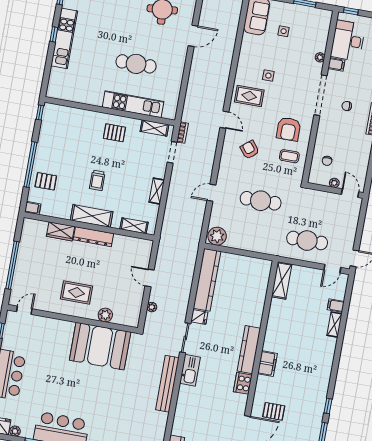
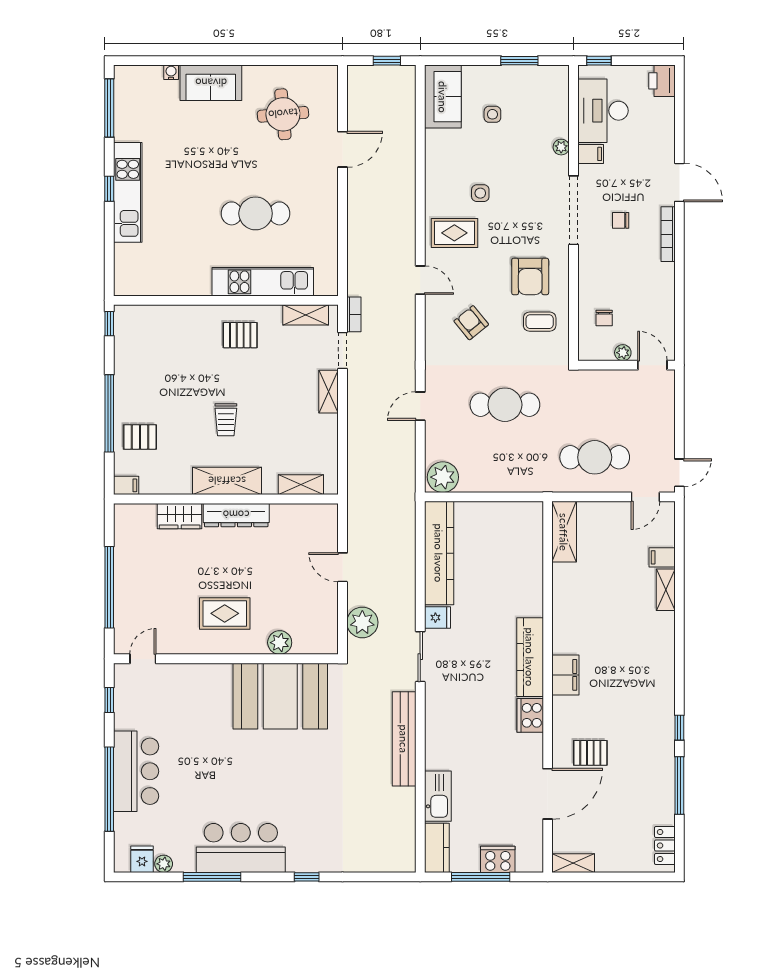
shelving: (157, 191) -> (329, 392), moved
plant: (152, 307) -> (362, 622), width x1.88, depth x1.88
kitchen sink: (190, 370) -> (438, 796), moved

